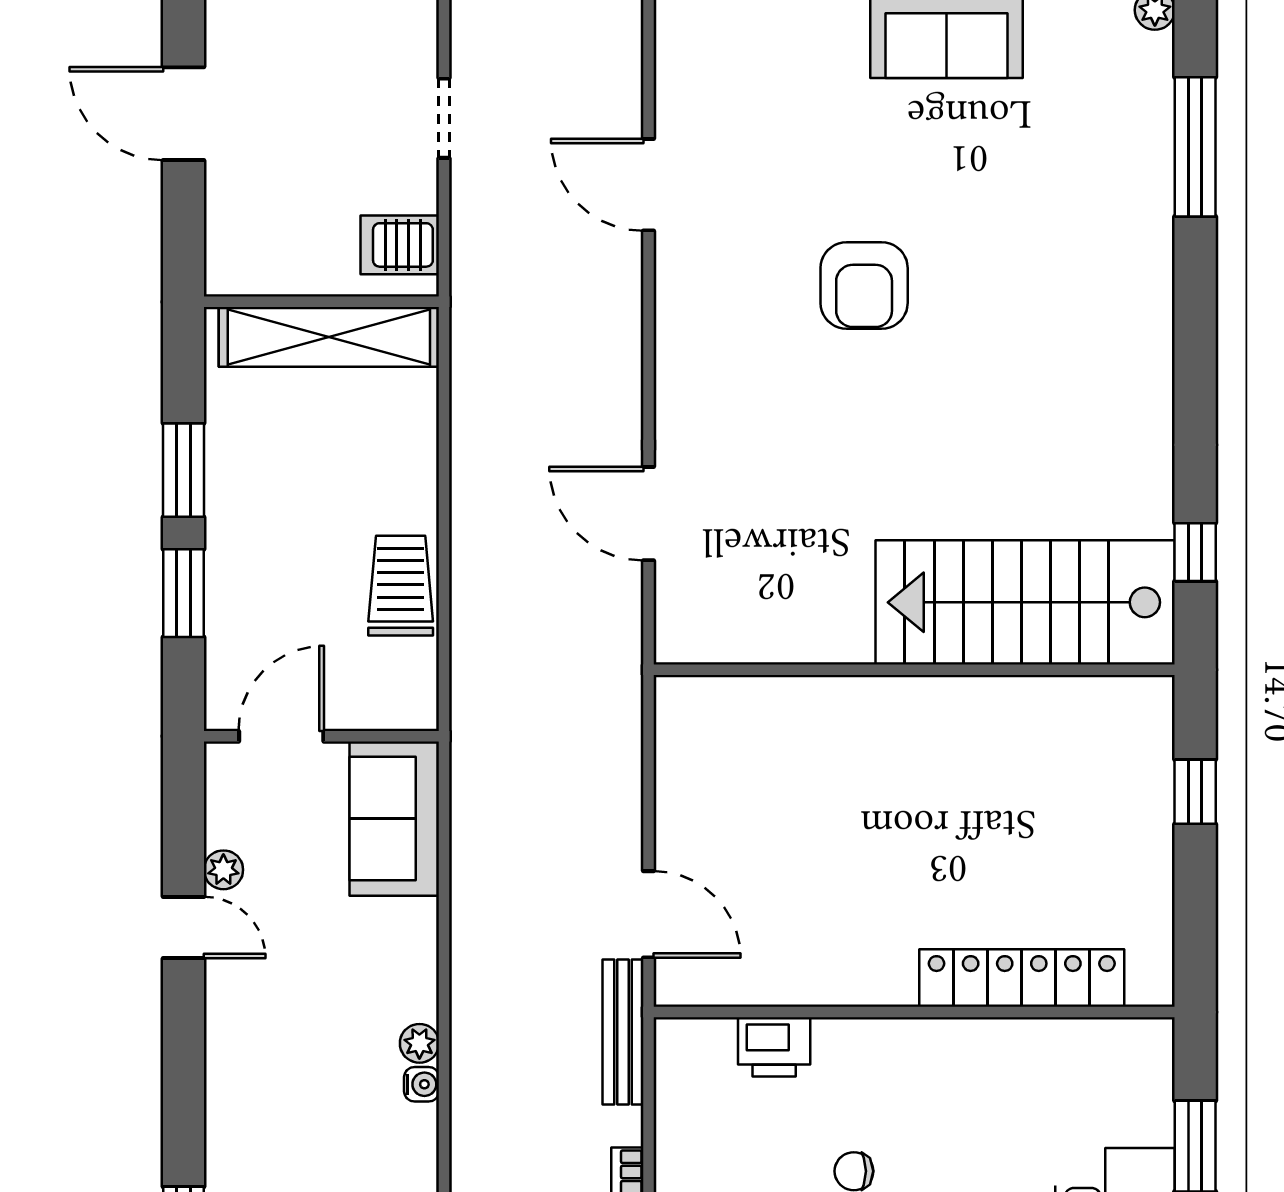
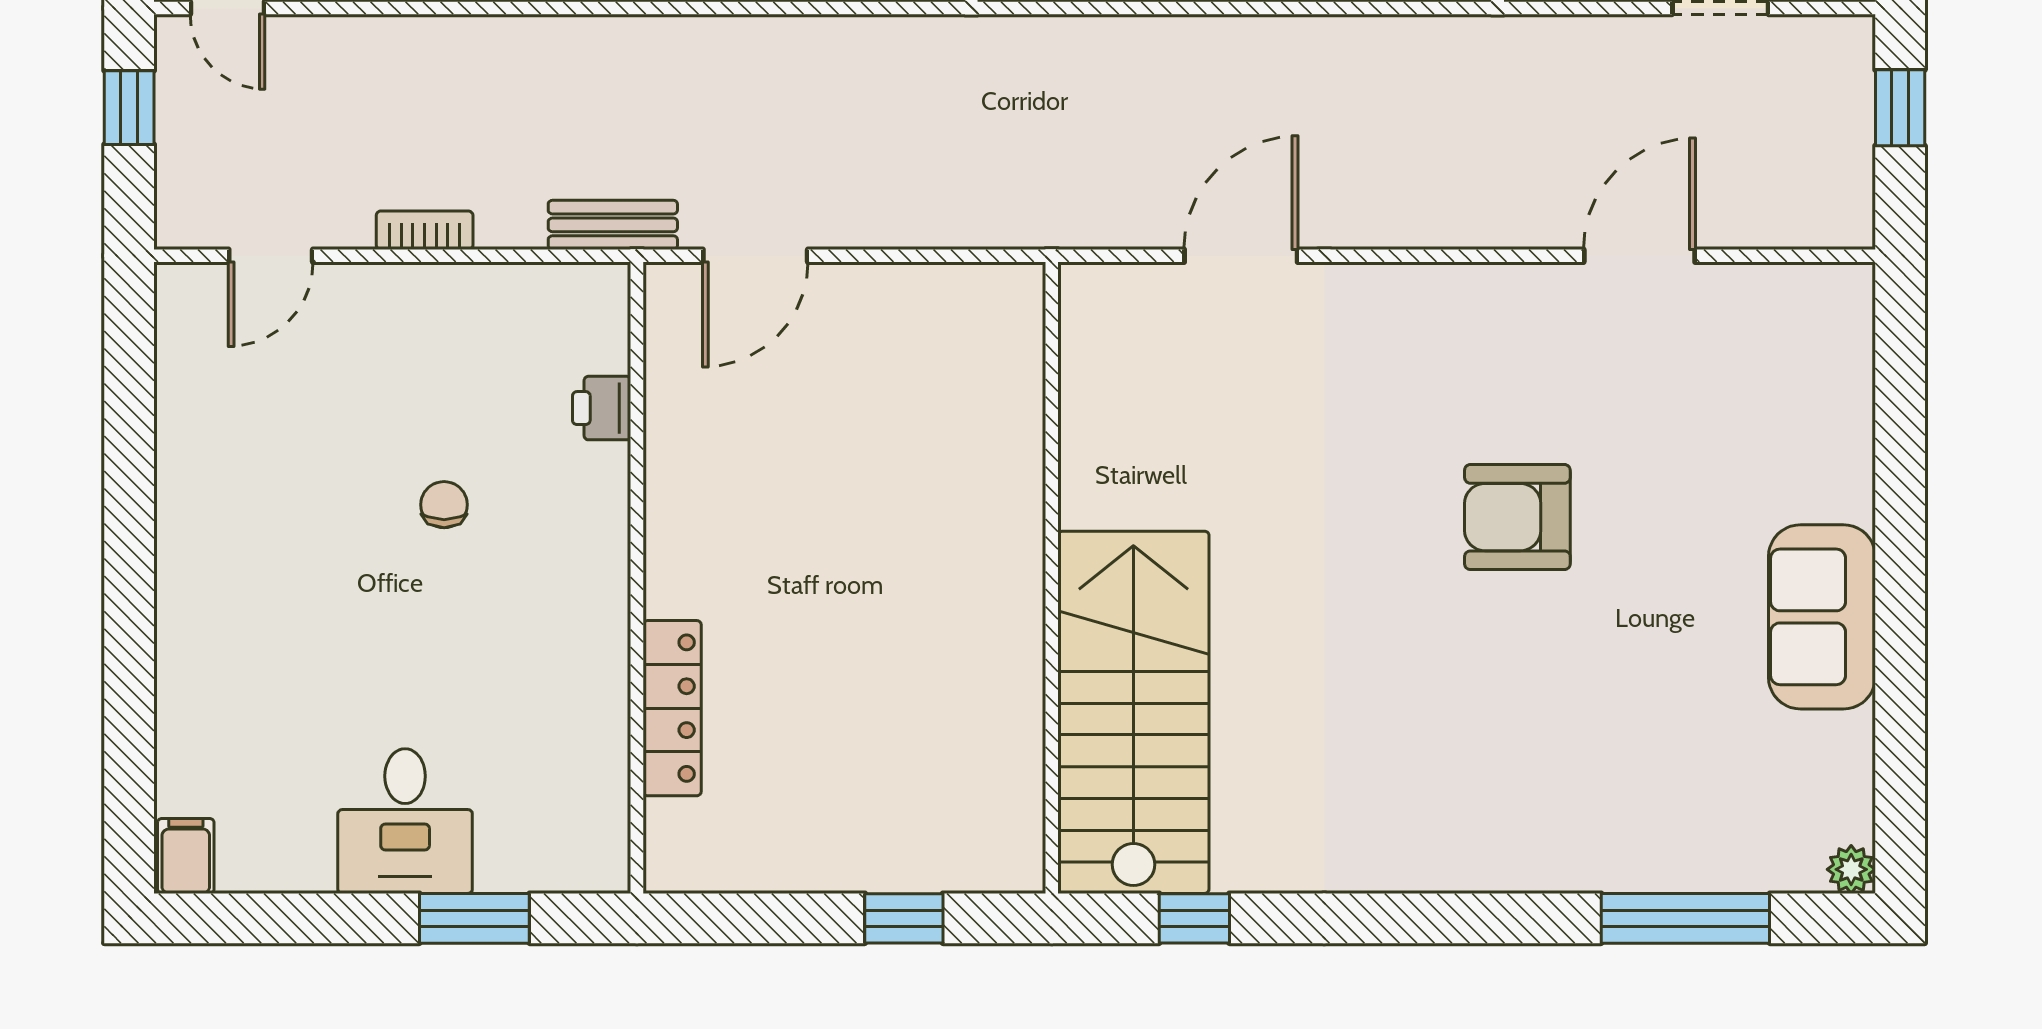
locker: (1022, 978) -> (672, 708), width x0.71, depth x0.83
bench: (623, 1032) -> (613, 225), width x0.73
printer: (774, 1047) -> (602, 408), width x0.73, depth x0.81

